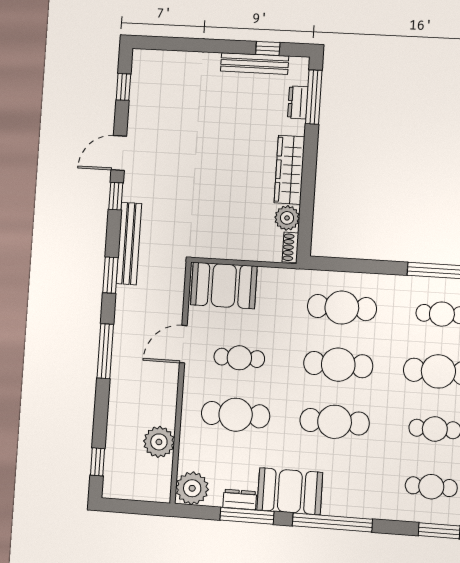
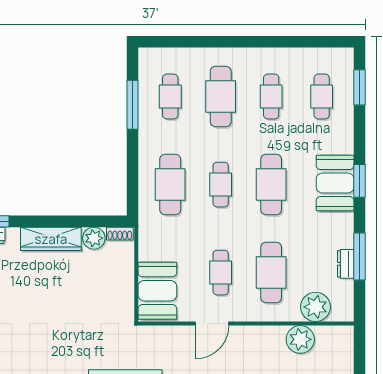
door: (183, 344) -> (212, 324), hinge flipped
cafe table: (338, 365) -> (221, 185), width x0.73, depth x0.74
plant: (192, 488) -> (315, 307), moved
booth: (290, 491) -> (335, 183), moved
window: (332, 522) -> (359, 181), width x0.47

